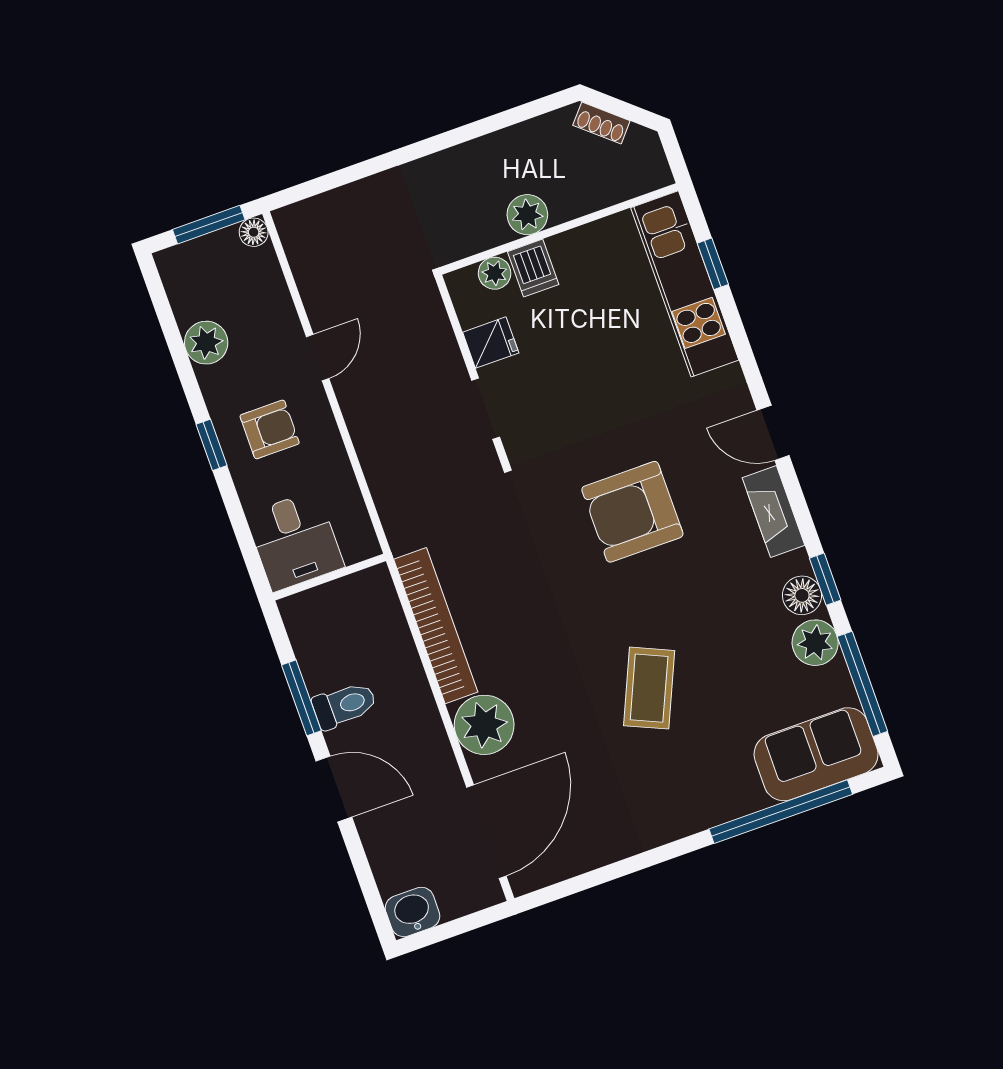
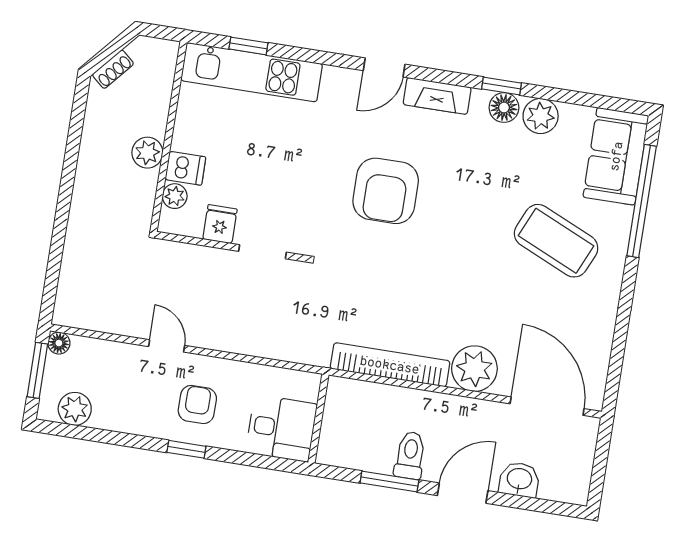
plant: (206, 343) -> (75, 409), moved
window: (862, 684) -> (586, 99), removed
coffee table: (649, 688) -> (556, 241), moved, width x1.36, depth x1.32
washbasin: (413, 912) -> (519, 480), moved, turned 90

